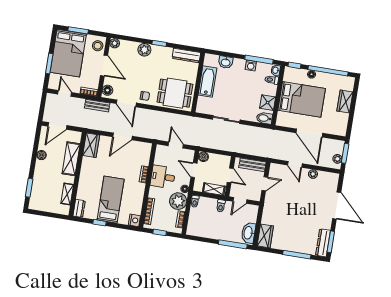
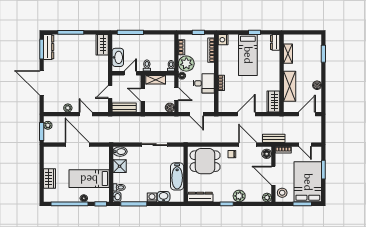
washing machine: (251, 66) -> (152, 197), moved
bed: (302, 99) -> (89, 179), width x0.67
washbasin: (248, 233) -> (118, 57), moved

